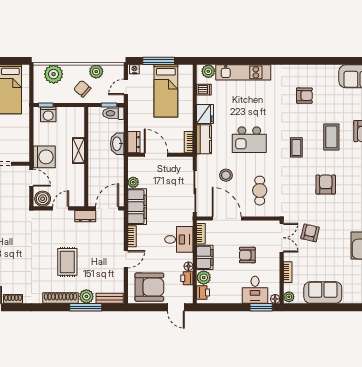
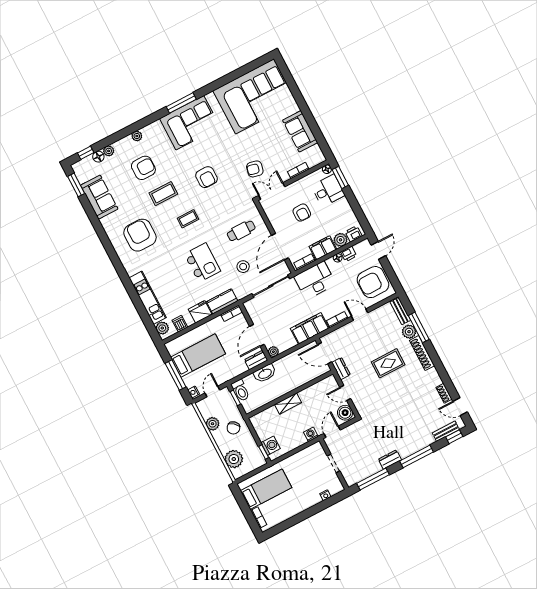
door: (126, 87) -> (212, 392), swing flipped
armchair: (304, 96) -> (140, 235), width x1.88, depth x1.88
washing machine: (44, 157) -> (311, 434), width x0.53, depth x0.53
plant: (133, 182) -> (273, 352), moved
armchair: (326, 184) -> (206, 177), turned -90
desk: (179, 239) -> (315, 280), width x1.37
armchair: (149, 287) -> (373, 282), turned -90
plant: (289, 297) -> (319, 159), removed

